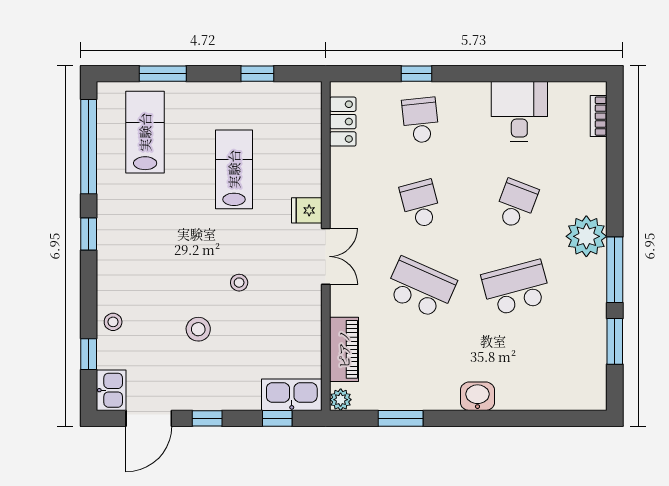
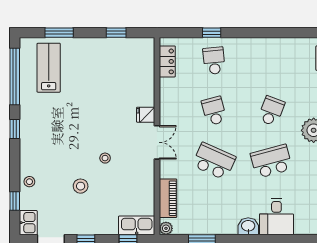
desk: (519, 112) -> (276, 217), moved, turned 180
lab bench: (234, 169) -> (102, 90), removed

